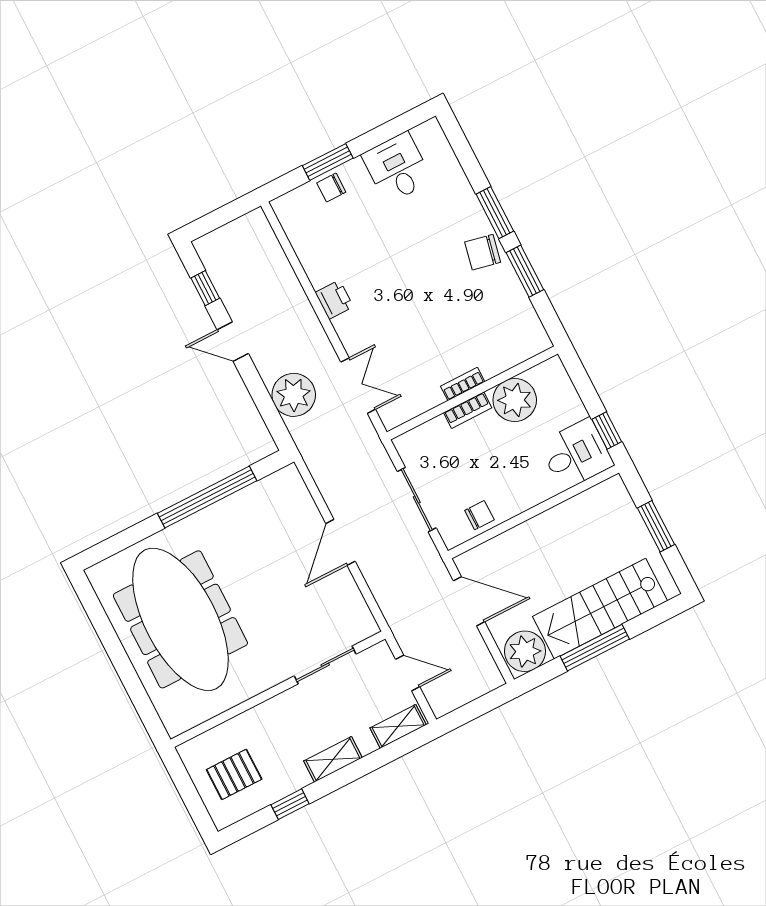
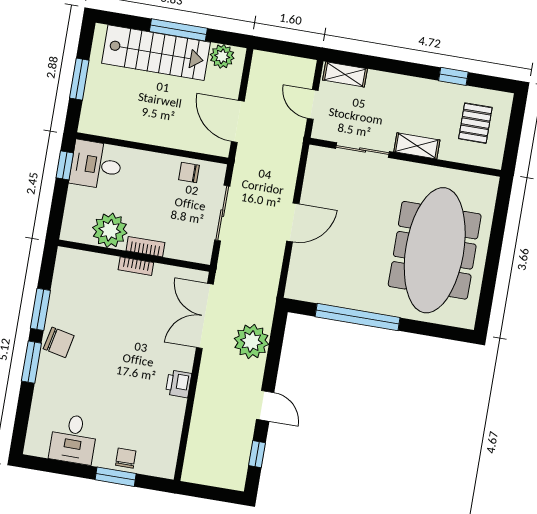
chair: (331, 188) -> (126, 458), turned -90
double door: (358, 386) -> (205, 316), width x1.37
plant: (525, 651) -> (222, 56), width x0.73, depth x0.73
shelving: (333, 759) -> (417, 146), moved
pallet: (234, 774) -> (475, 123), turned 90

